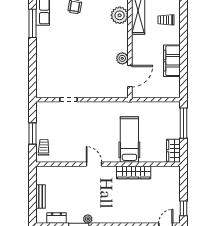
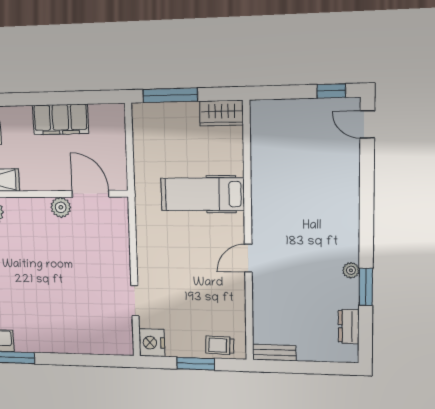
nightstand: (44, 109) -> (152, 343), added
wardrobe: (134, 172) -> (263, 186), removed
bench: (41, 196) -> (274, 353), moved

